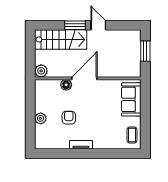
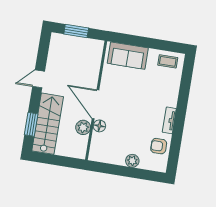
window: (75, 25) -> (31, 124), moved
plant: (41, 71) -> (83, 127), moved
armchair: (69, 118) -> (159, 146), moved

